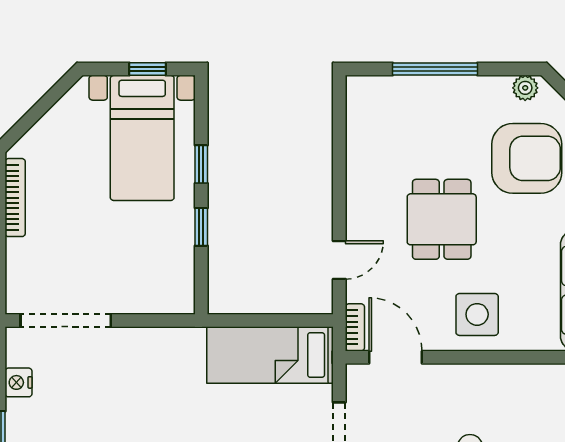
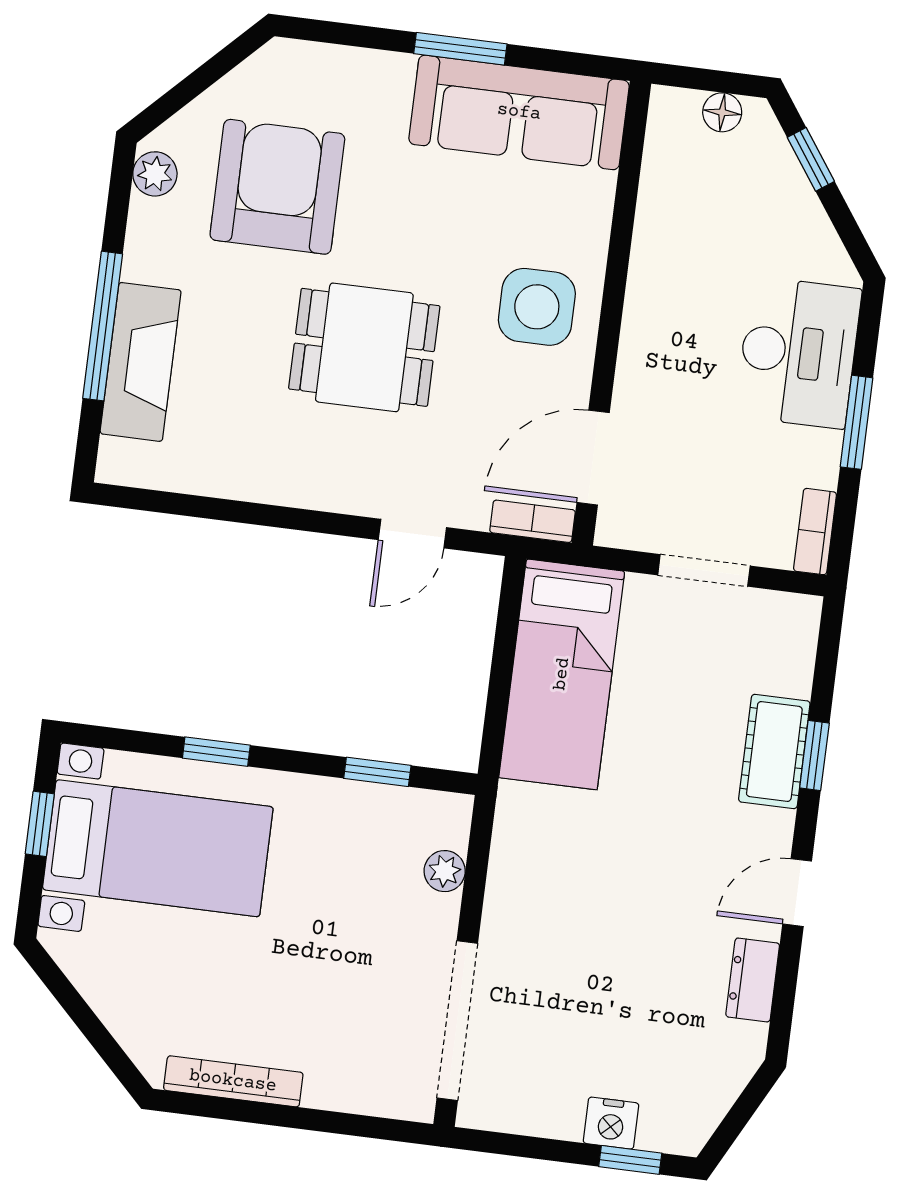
fireplace: (417, 93) -> (141, 362), added
window: (201, 227) -> (377, 772), moved
door: (339, 260) -> (412, 534), swing flipped
plant: (150, 303) -> (445, 871), added
nightstand: (18, 382) -> (611, 1123), moved

